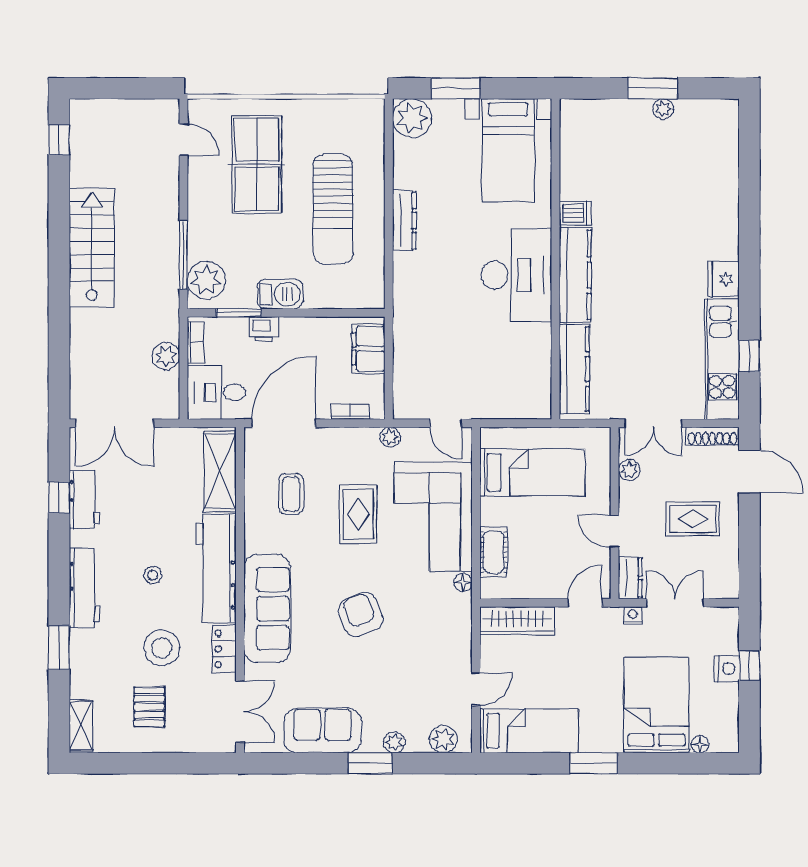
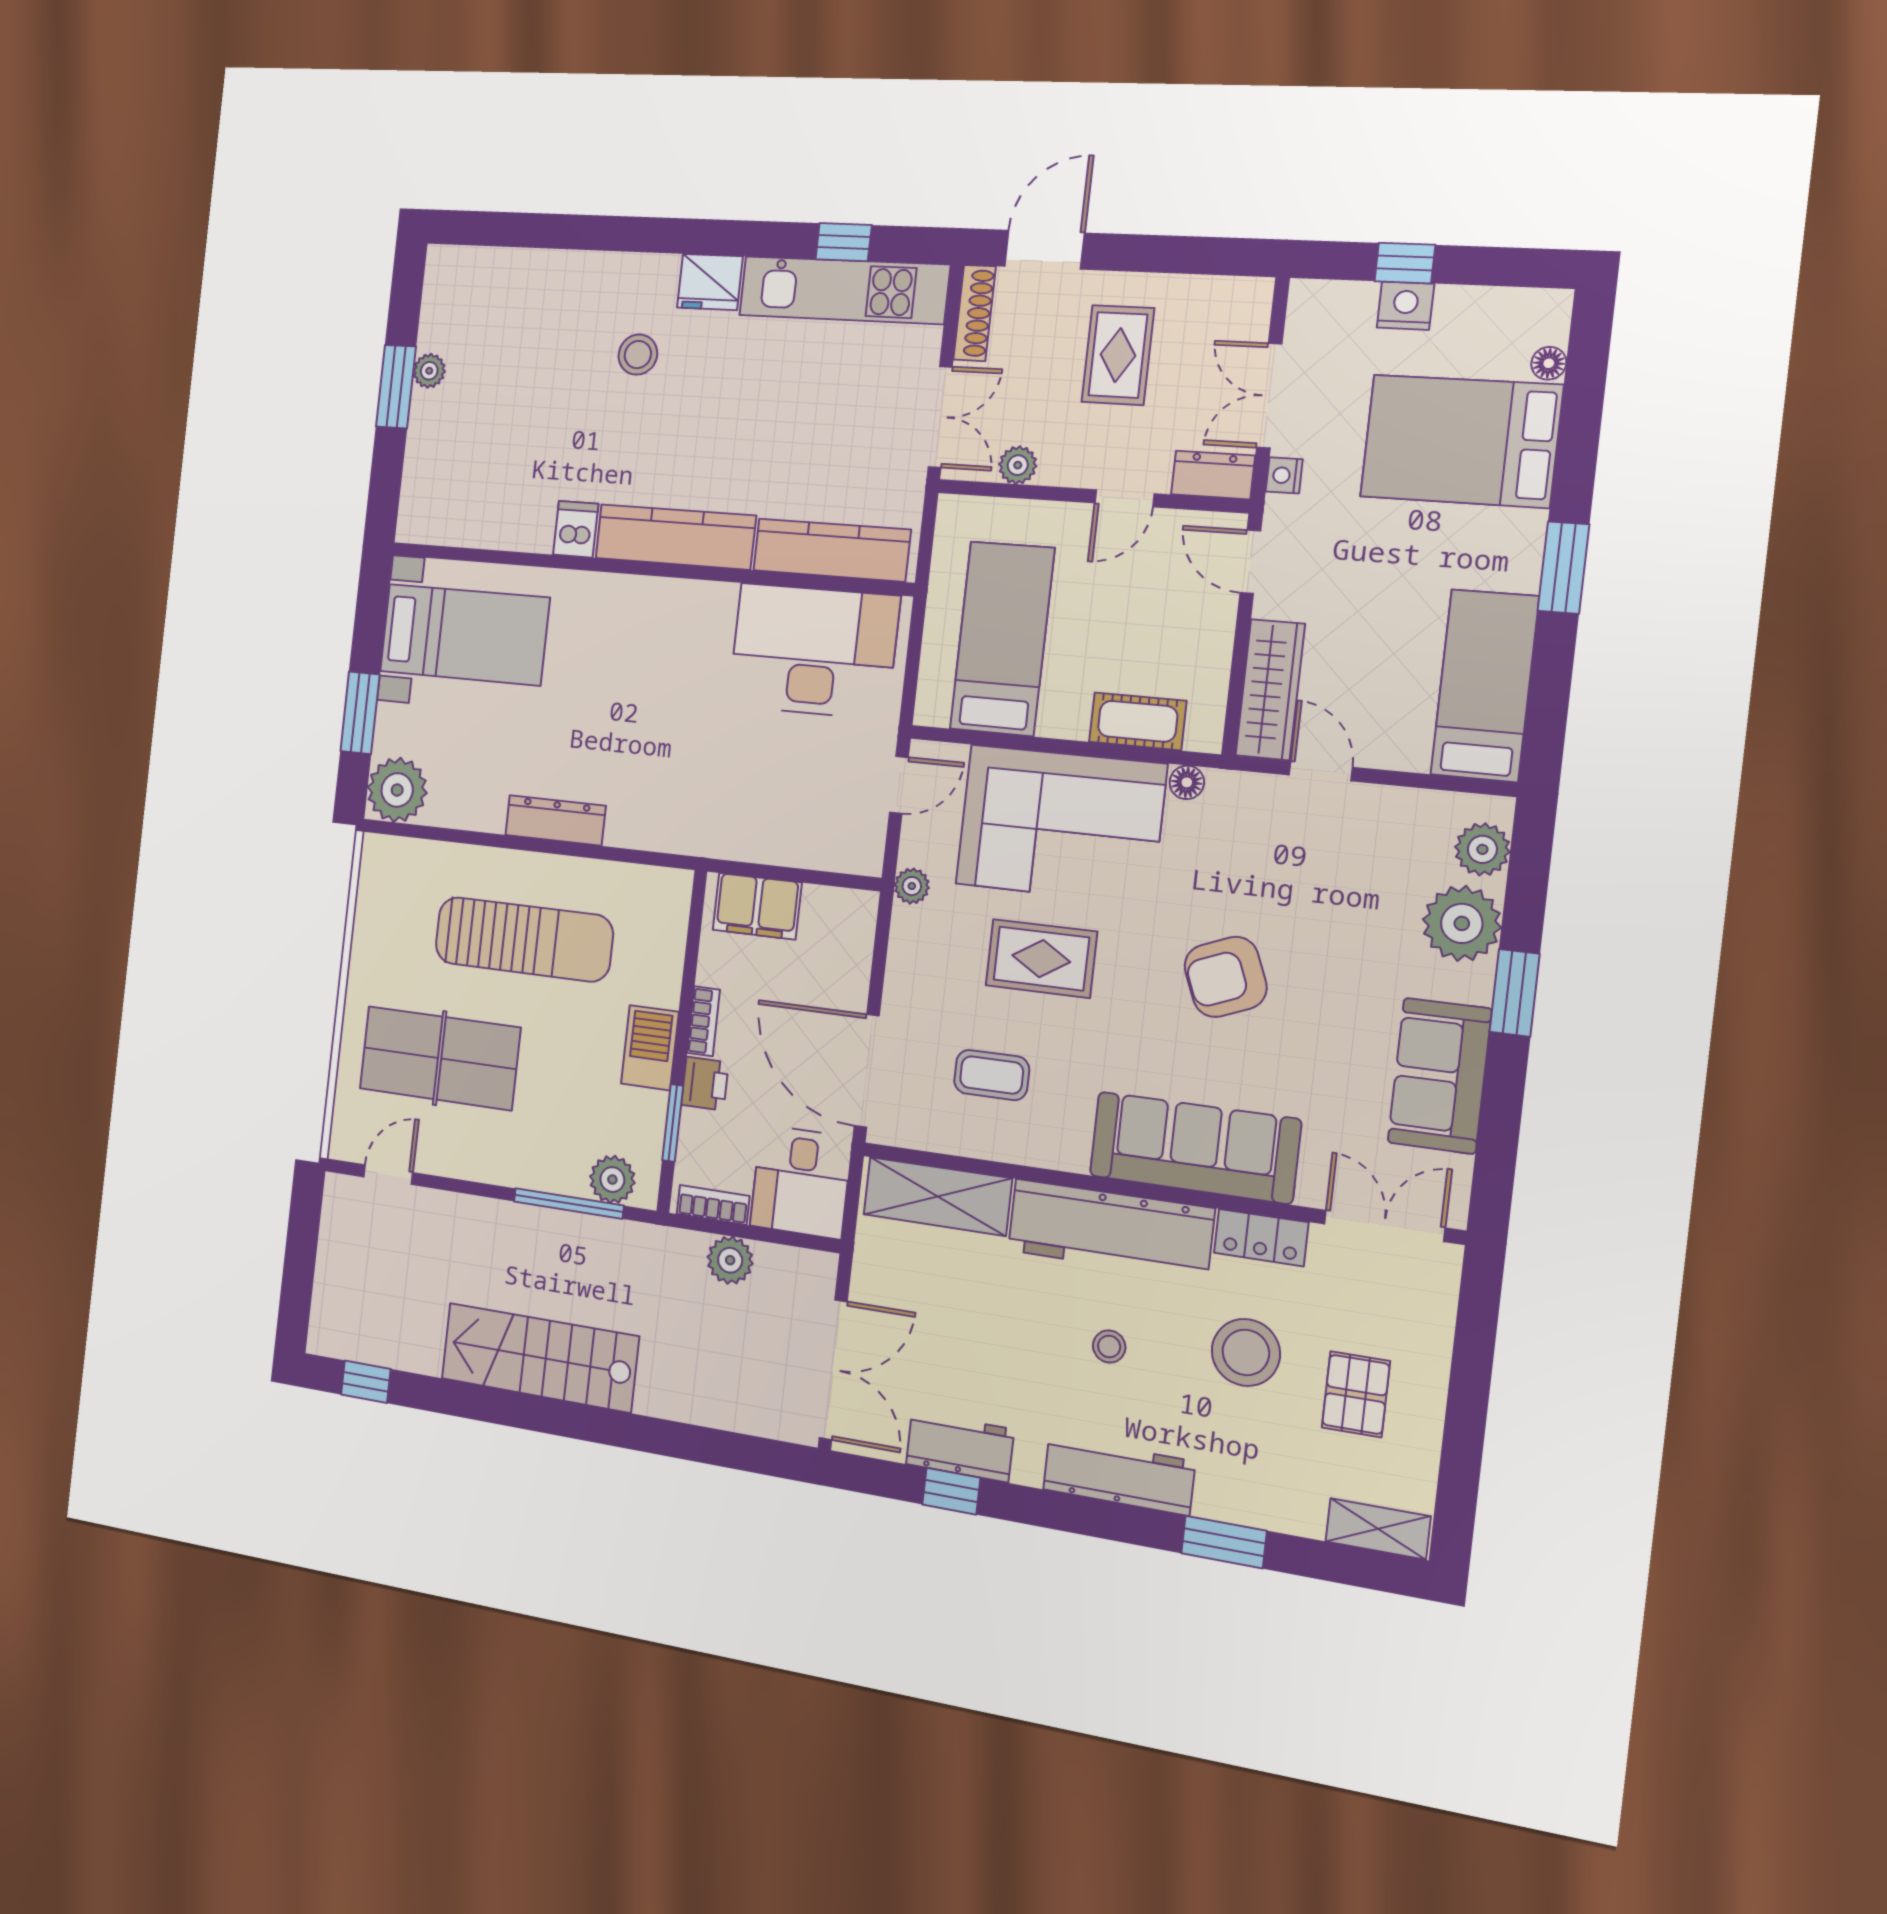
stool: (679, 240) -> (638, 355), added
desk: (516, 275) -> (814, 651), moved
plant: (206, 280) -> (612, 1180), width x0.73, depth x0.73
bookcase: (350, 412) -> (703, 1021), moved, turned 180
door: (476, 689) -> (1321, 771), moved
pallet: (149, 707) -> (1356, 1394), turned 90
plant: (394, 742) -> (1462, 923), width x1.88, depth x1.88

